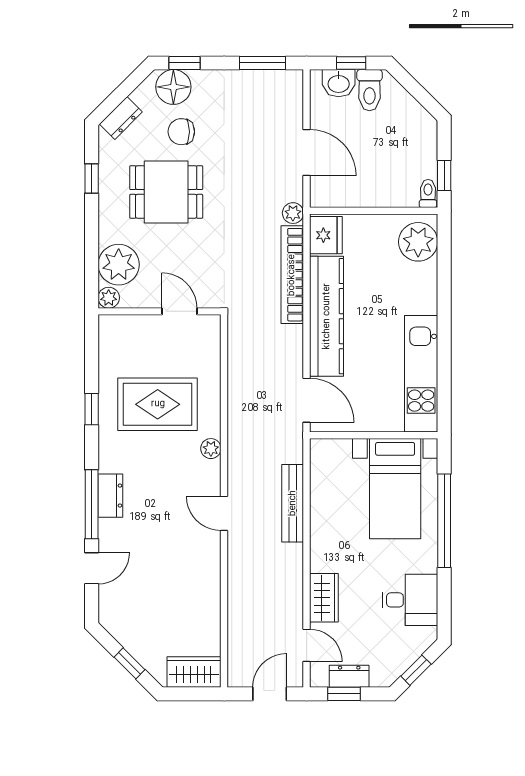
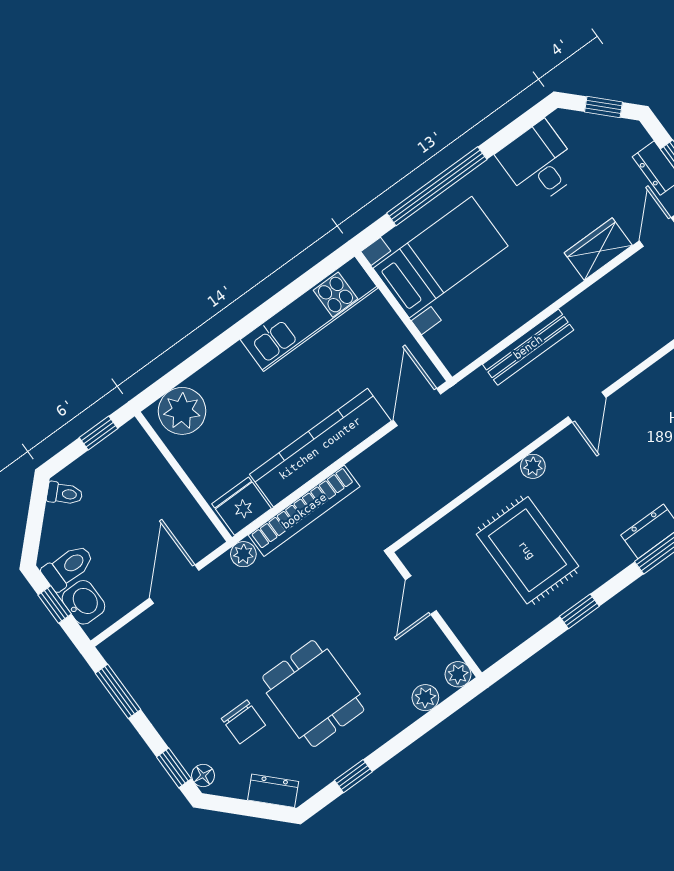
floor lamp: (173, 87) -> (203, 775), width x0.53, depth x0.53
toilet: (428, 193) -> (65, 494), moved, turned -135
plant: (119, 265) -> (425, 698), width x0.53, depth x0.53

